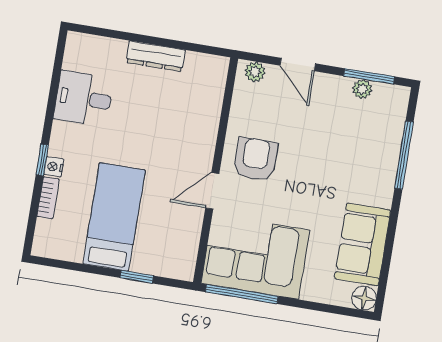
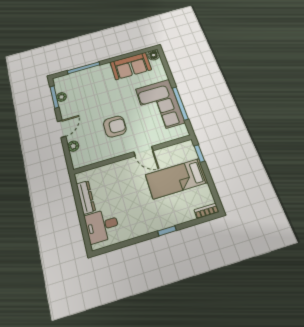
desk: (84, 98) -> (102, 226), moved, turned 90
armchair: (255, 159) -> (115, 127), turned 180
nightstand: (54, 167) -> (167, 223), removed
wall: (216, 170) -> (133, 154), moved
door: (212, 191) -> (143, 151), moved
bookcase: (48, 198) -> (207, 211), moved

